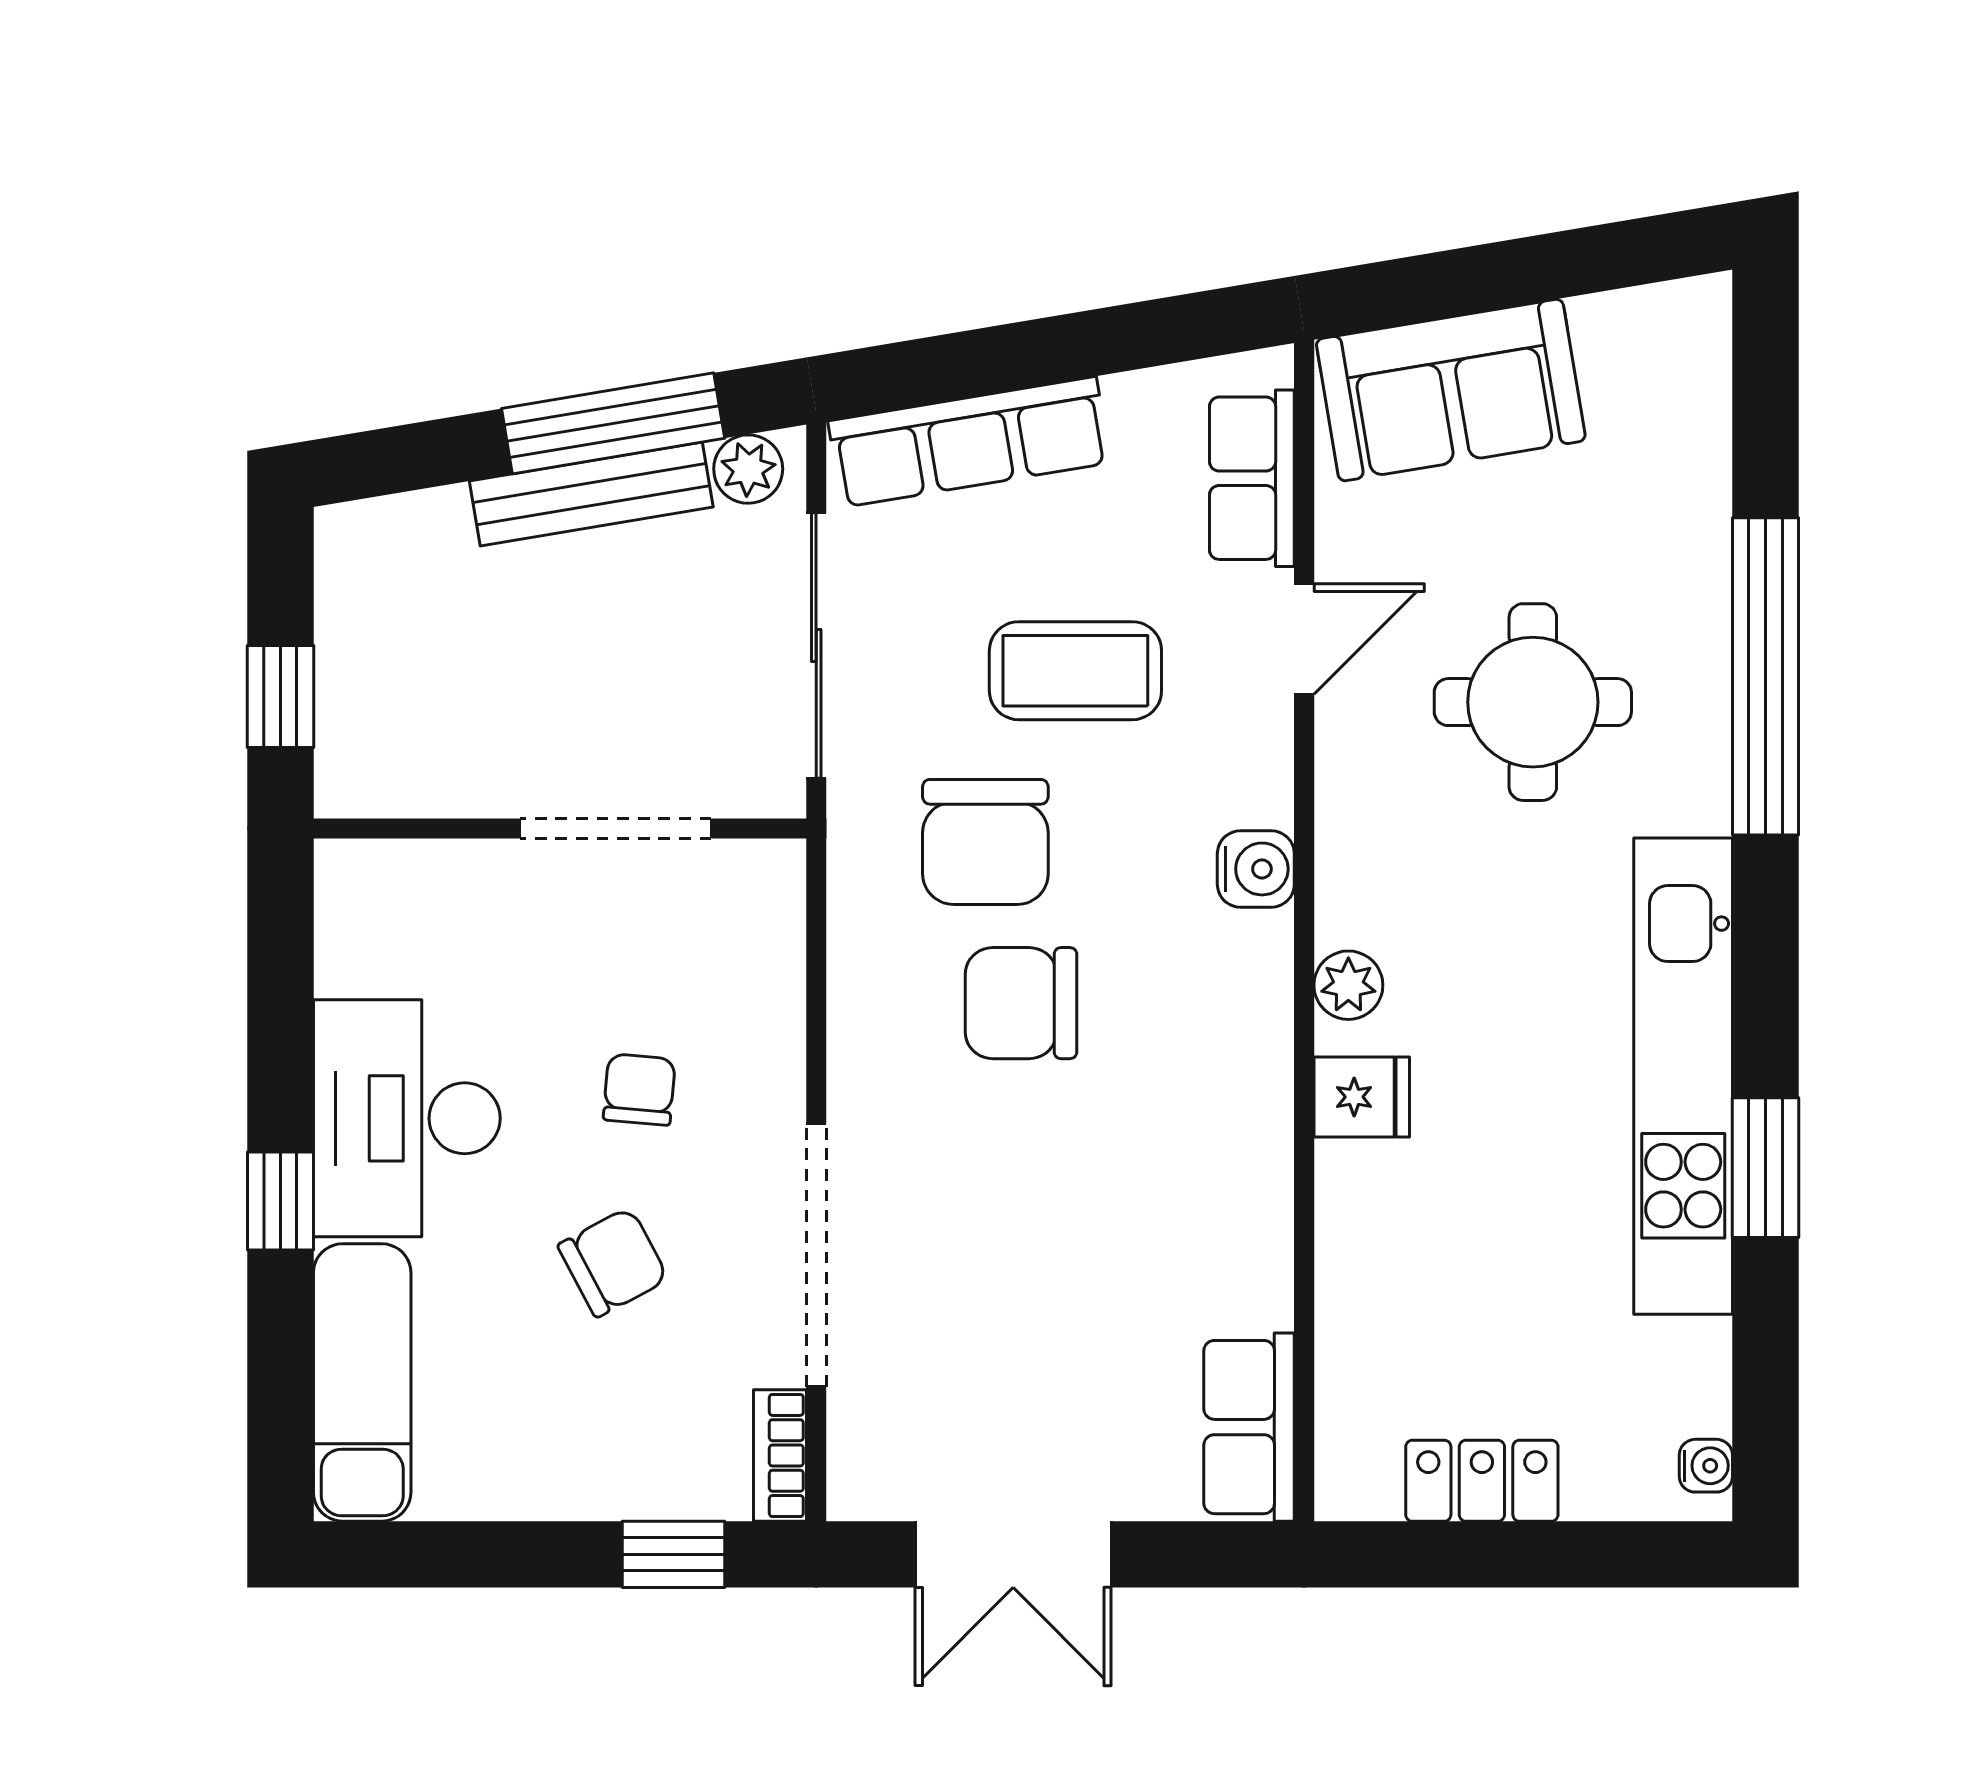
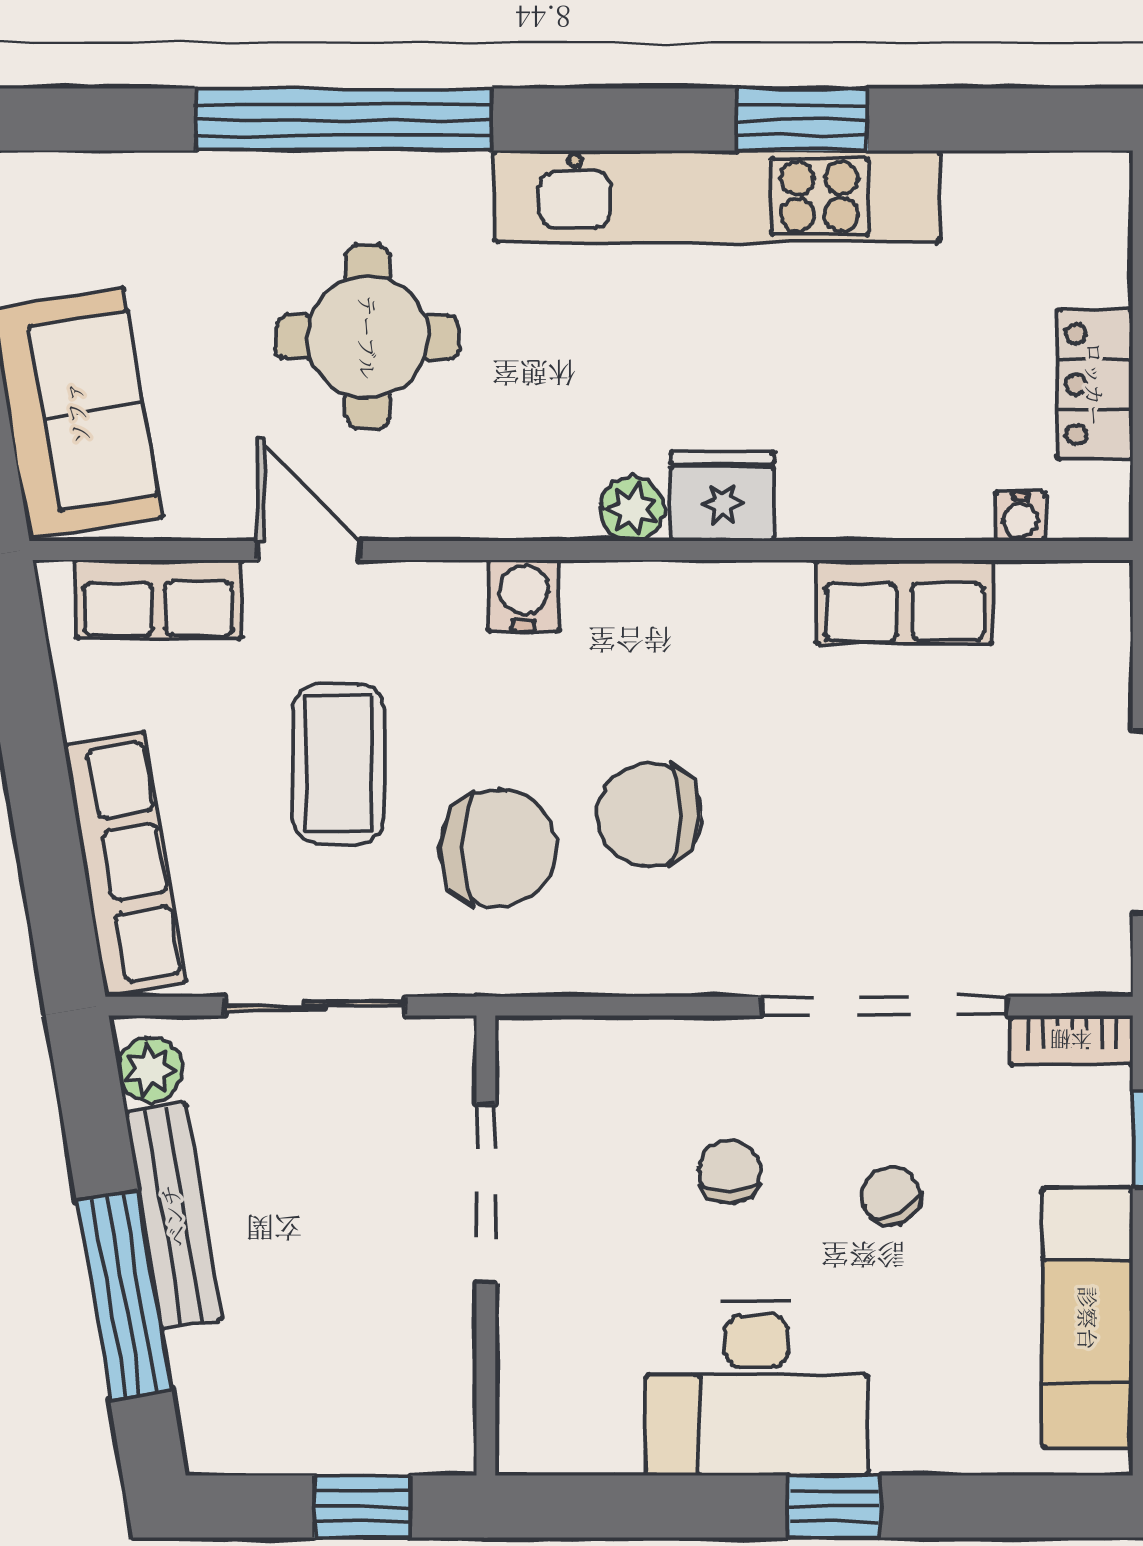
window: (613, 423) -> (124, 1295), moved
sliding door: (816, 645) -> (315, 1006), width x0.73
chair: (1021, 1003) -> (649, 815), turned 90
chair: (639, 1090) -> (730, 1171), turned 85
fridge: (1362, 1097) -> (722, 497), width x1.38
chair: (613, 1262) -> (891, 1196), width x0.73, depth x0.73
exam couch: (362, 1382) -> (1088, 1318), moved, turned -90
row of seats: (1249, 1427) -> (904, 602), moved
water cooler: (1706, 1466) -> (1020, 516), moved, turned 180

